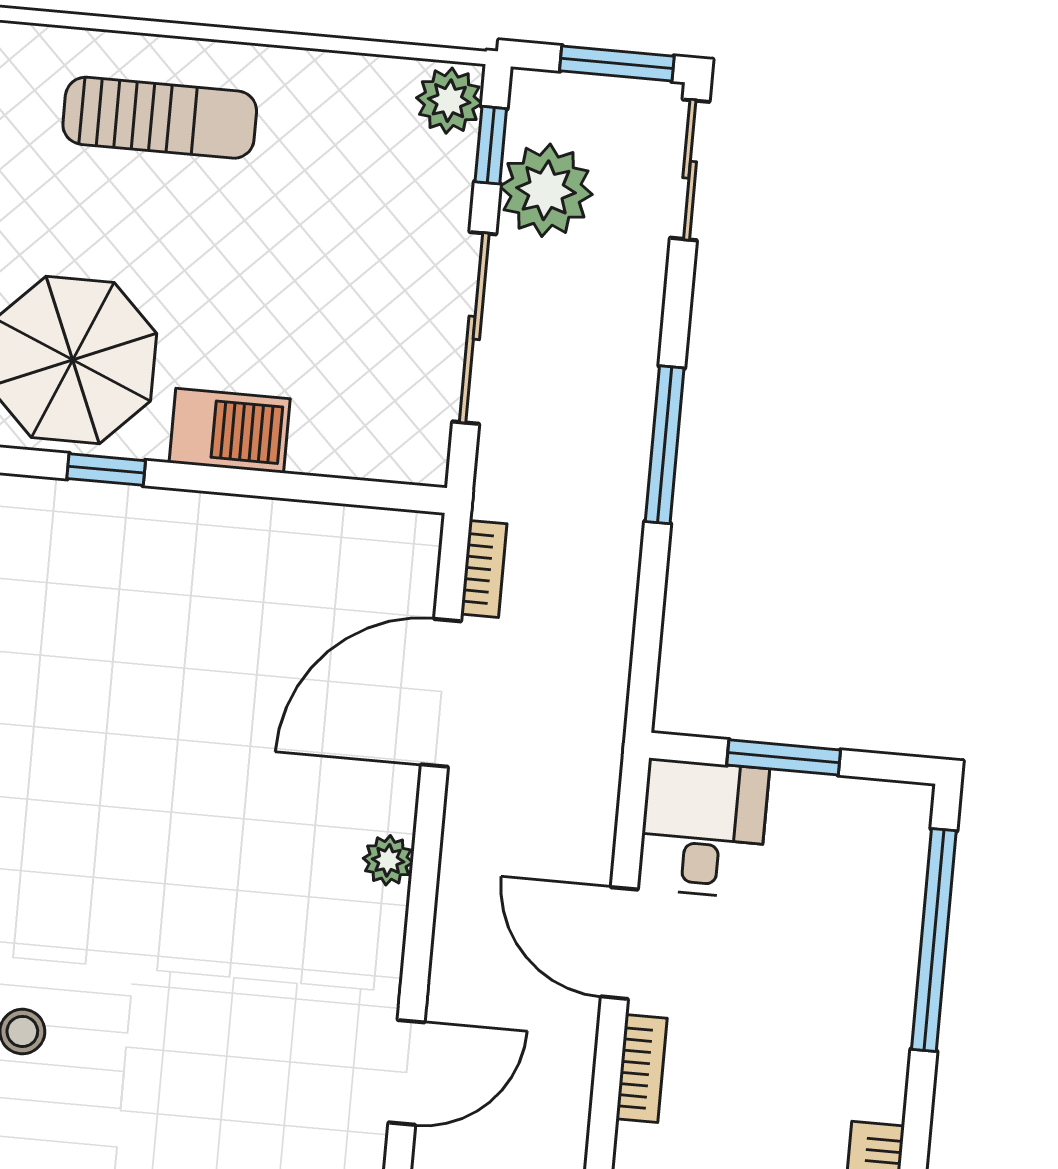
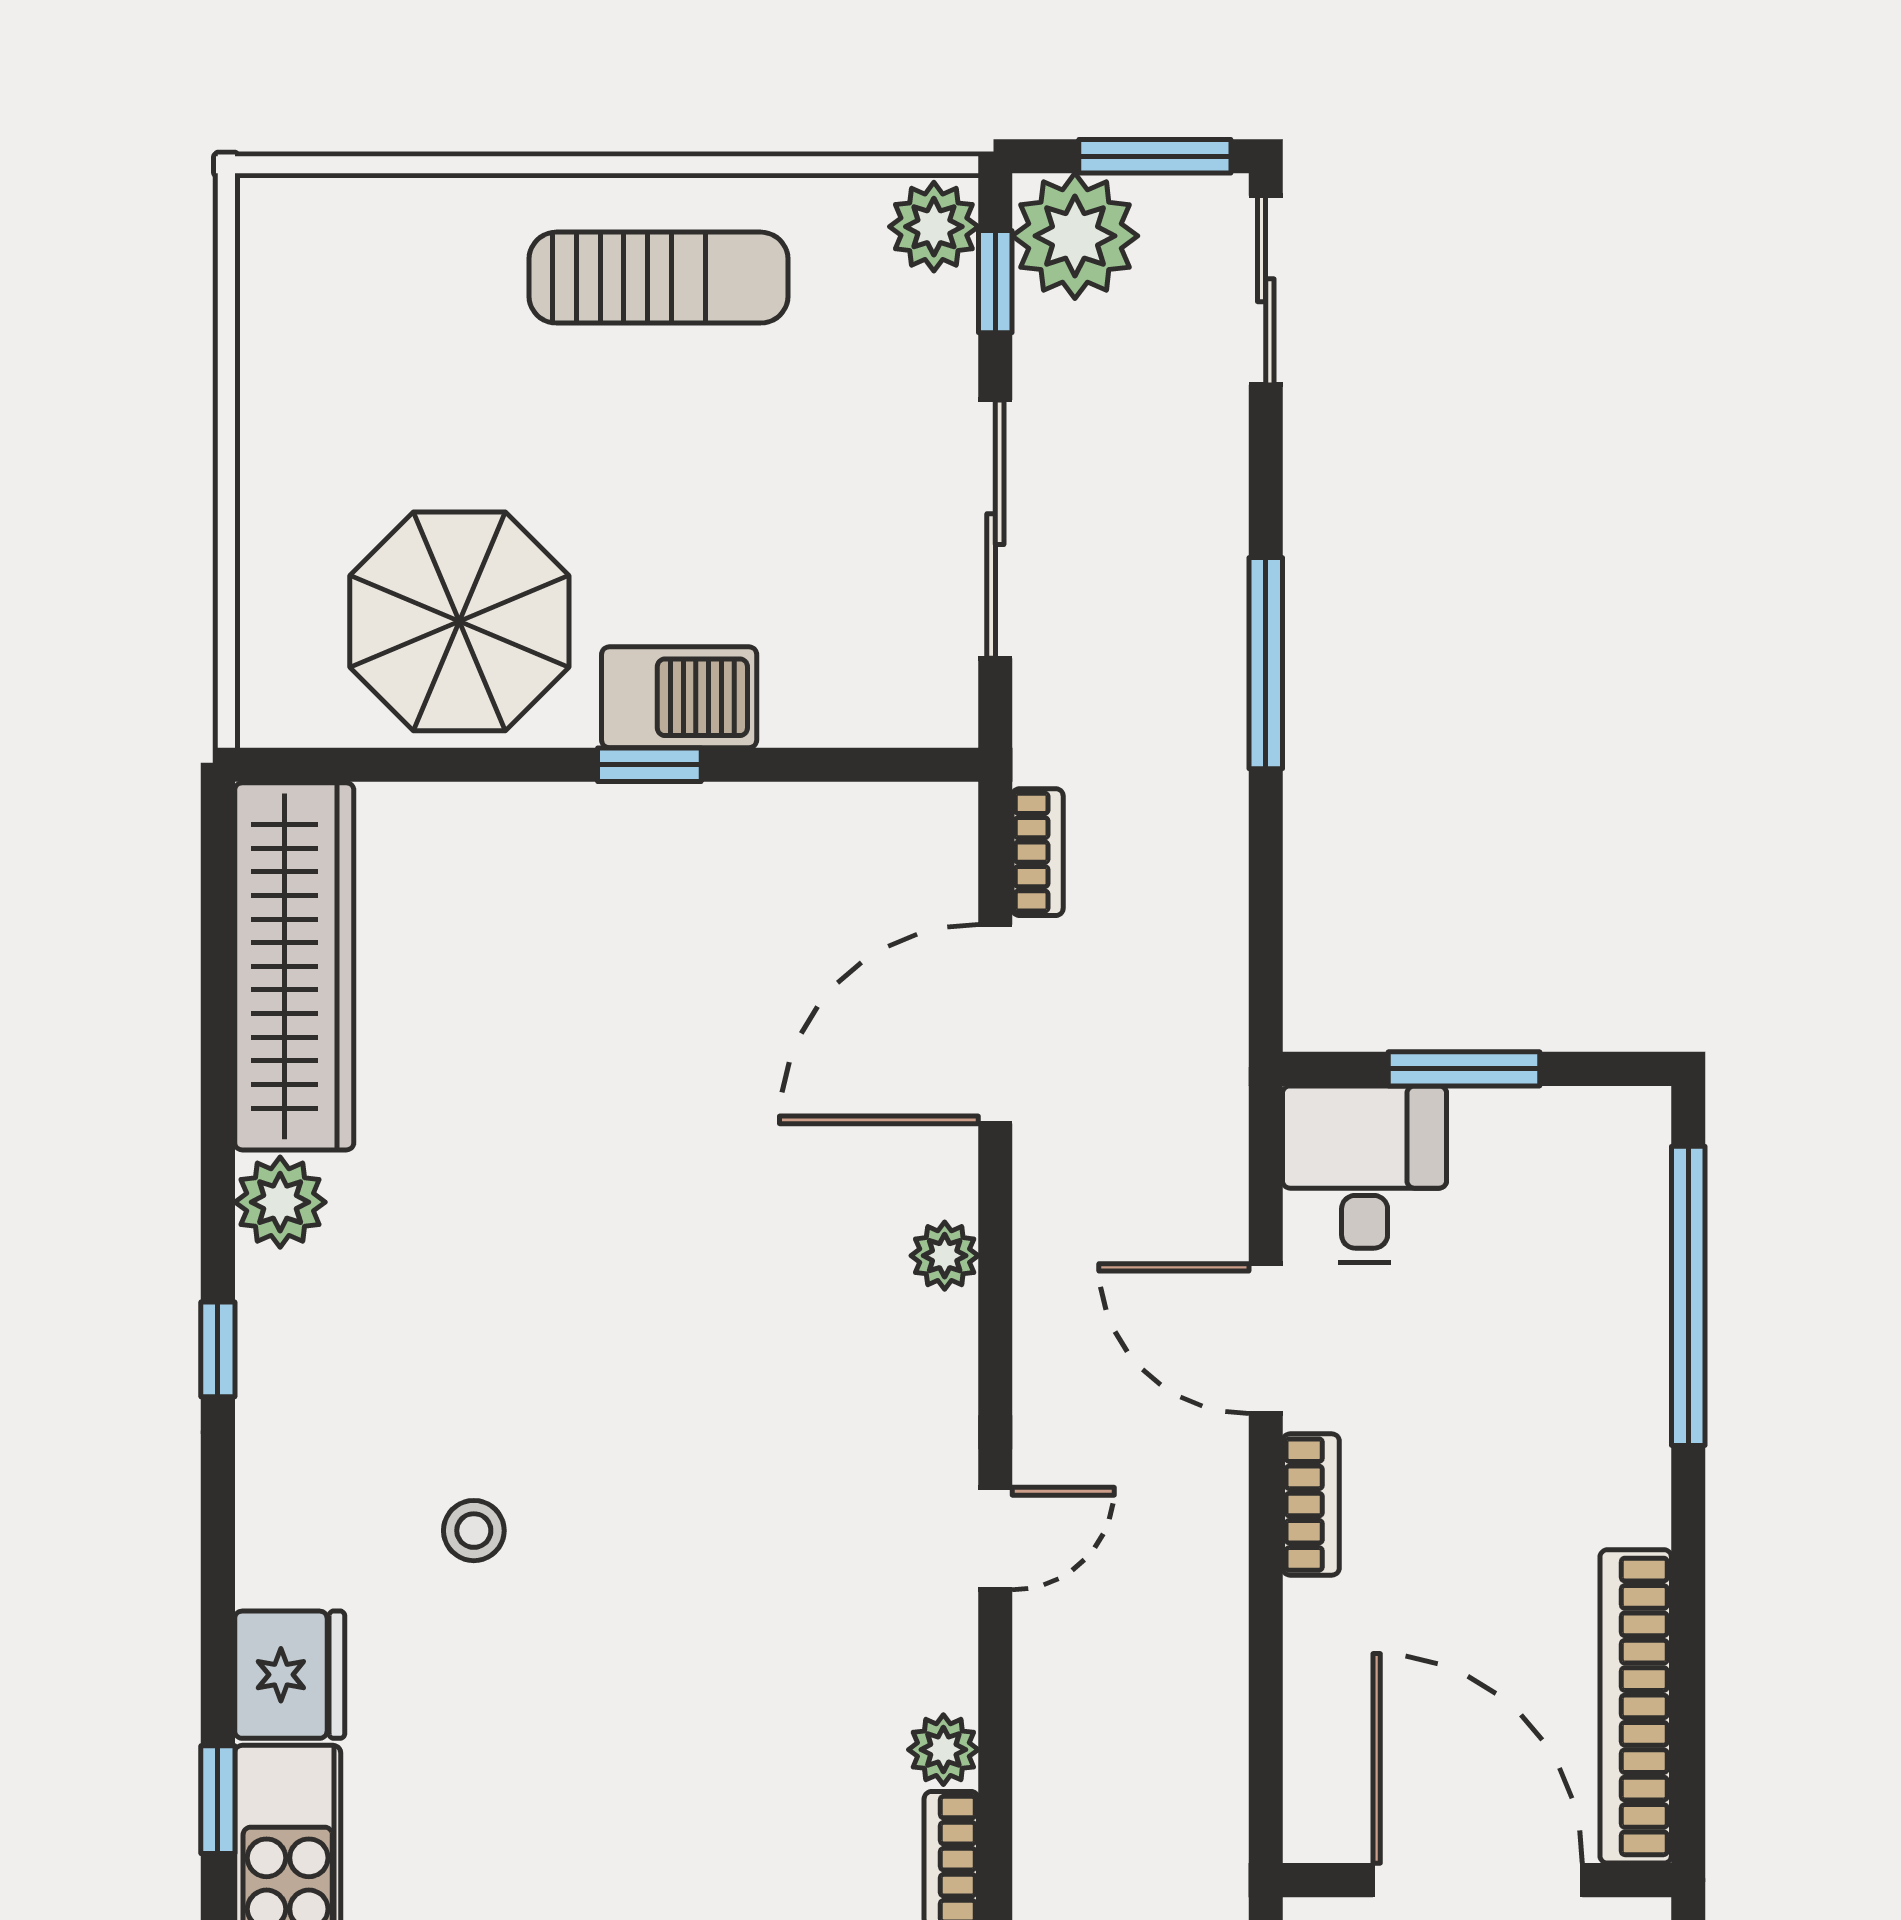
sun lounger: (160, 118) -> (658, 278), moved
plant: (546, 190) -> (1075, 236), moved
window: (106, 470) -> (649, 765), moved
door: (406, 1072) -> (995, 1539), width x0.73

